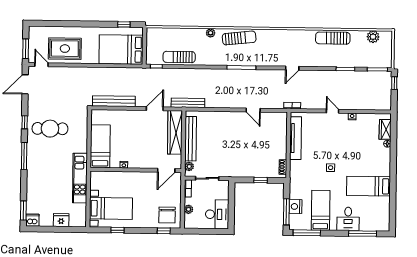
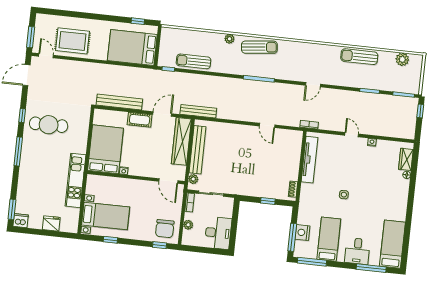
cot: (134, 116) -> (140, 120), added
bed: (100, 146) -> (106, 149), width x1.50
door: (166, 170) -> (168, 181), hinge flipped
bed: (368, 186) -> (392, 244), moved, turned 90

